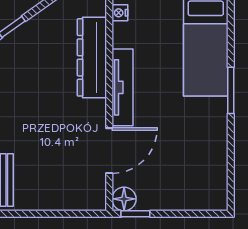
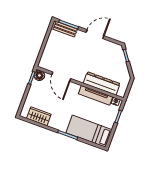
tv unit: (123, 87) -> (95, 95), moved
wardrobe: (213, 168) -> (39, 116), added

